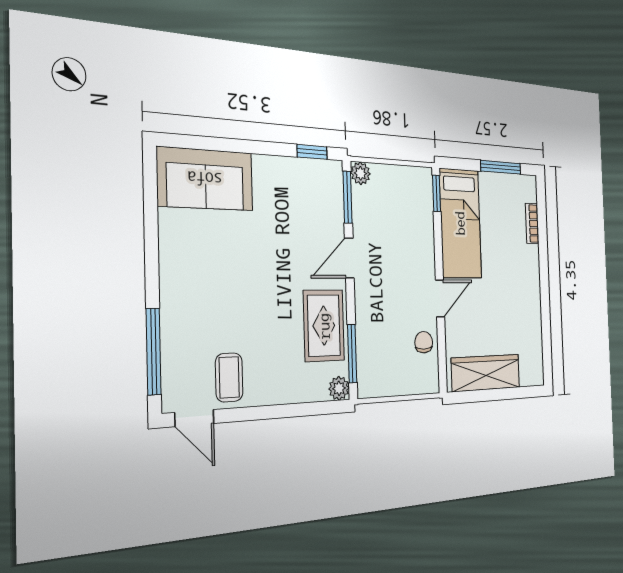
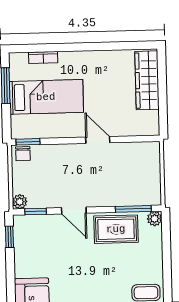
window: (348, 197) -> (36, 211), width x0.67
bed: (460, 223) -> (46, 97), moved
chair: (424, 342) -> (23, 154), moved, turned -90
wardrobe: (486, 373) -> (147, 80), moved

